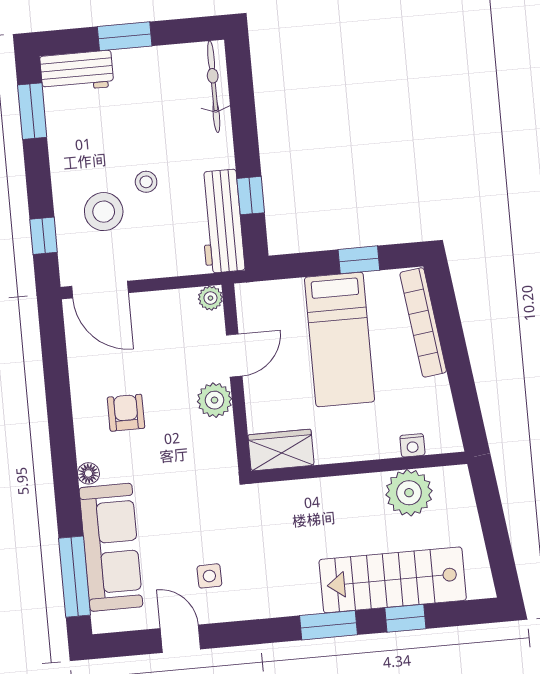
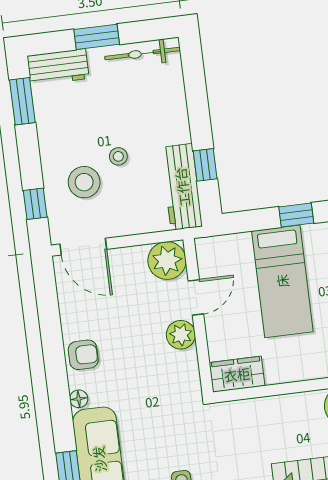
bicycle: (214, 87) -> (143, 54), moved, turned -90
plant: (210, 298) -> (167, 261), width x1.88, depth x1.88
armchair: (126, 413) -> (83, 355), moved, turned 90

